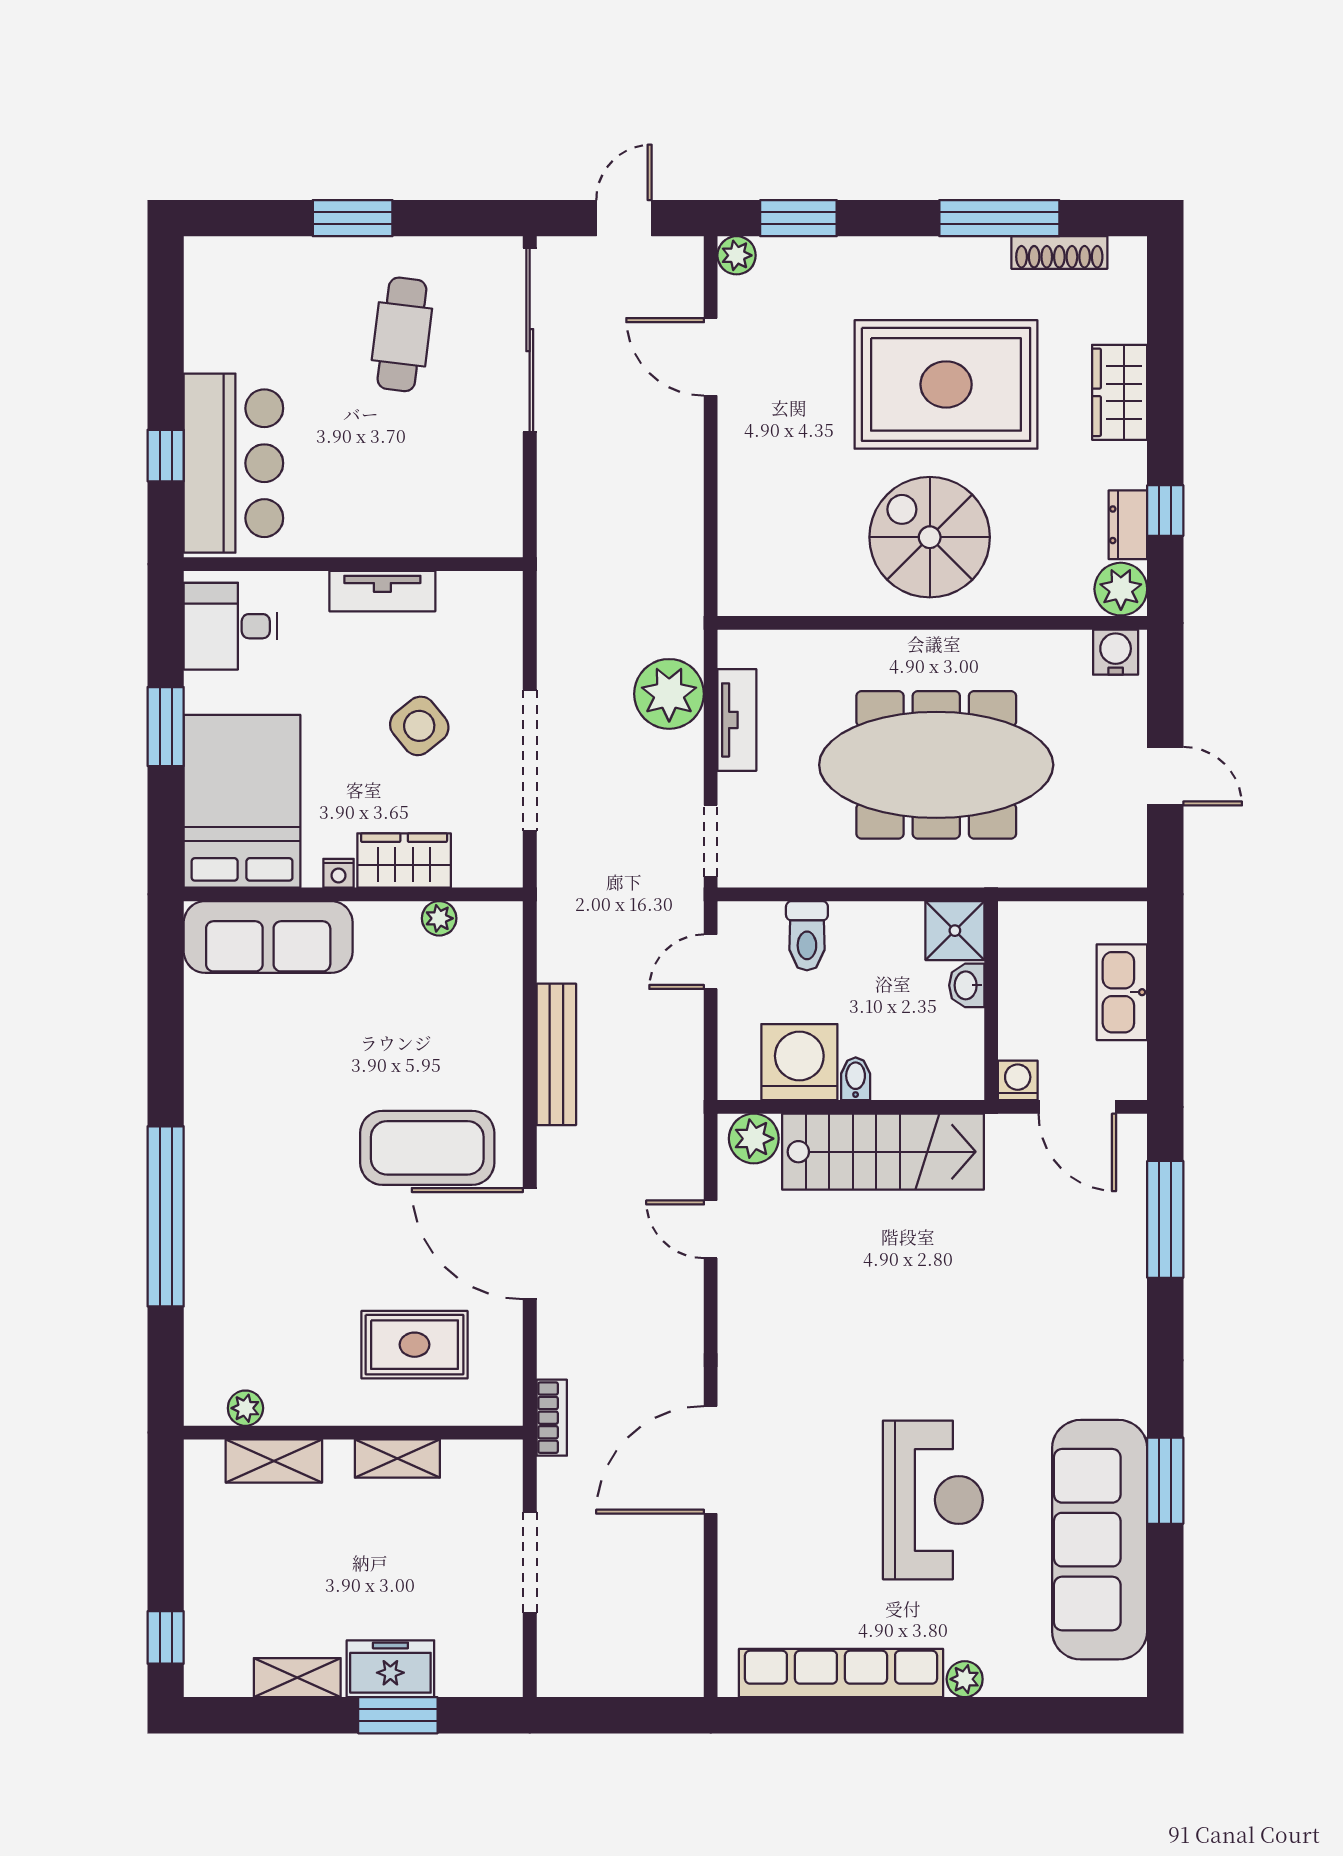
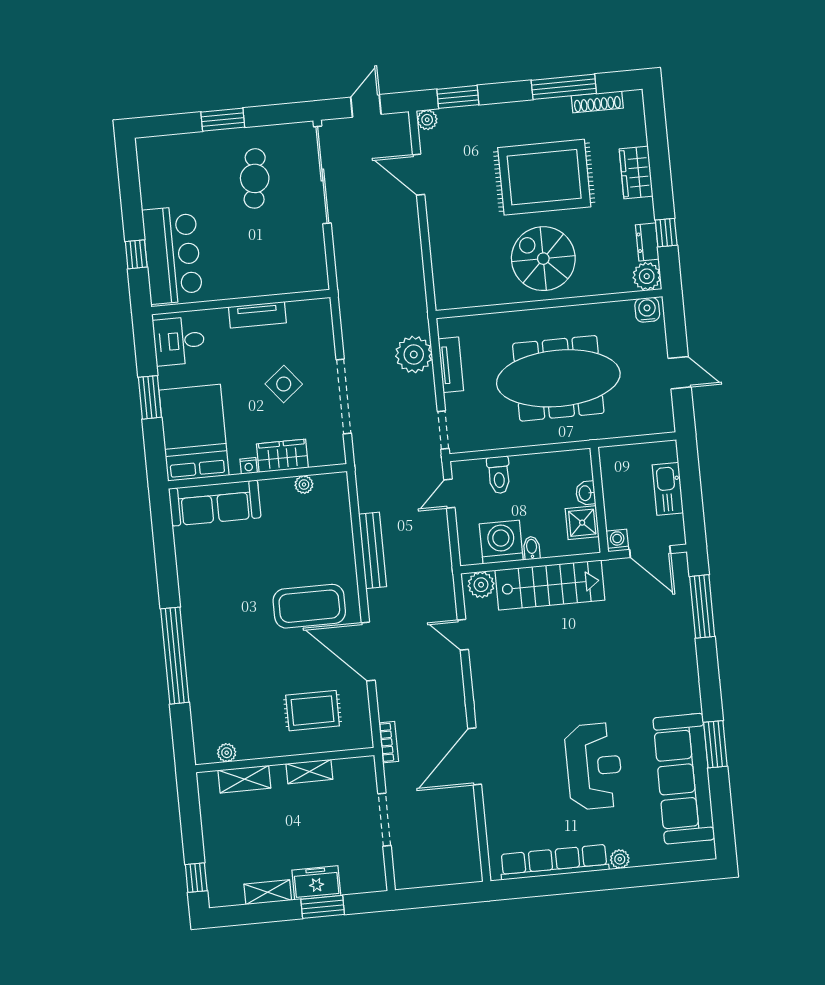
shower: (955, 931) -> (582, 523), moved

